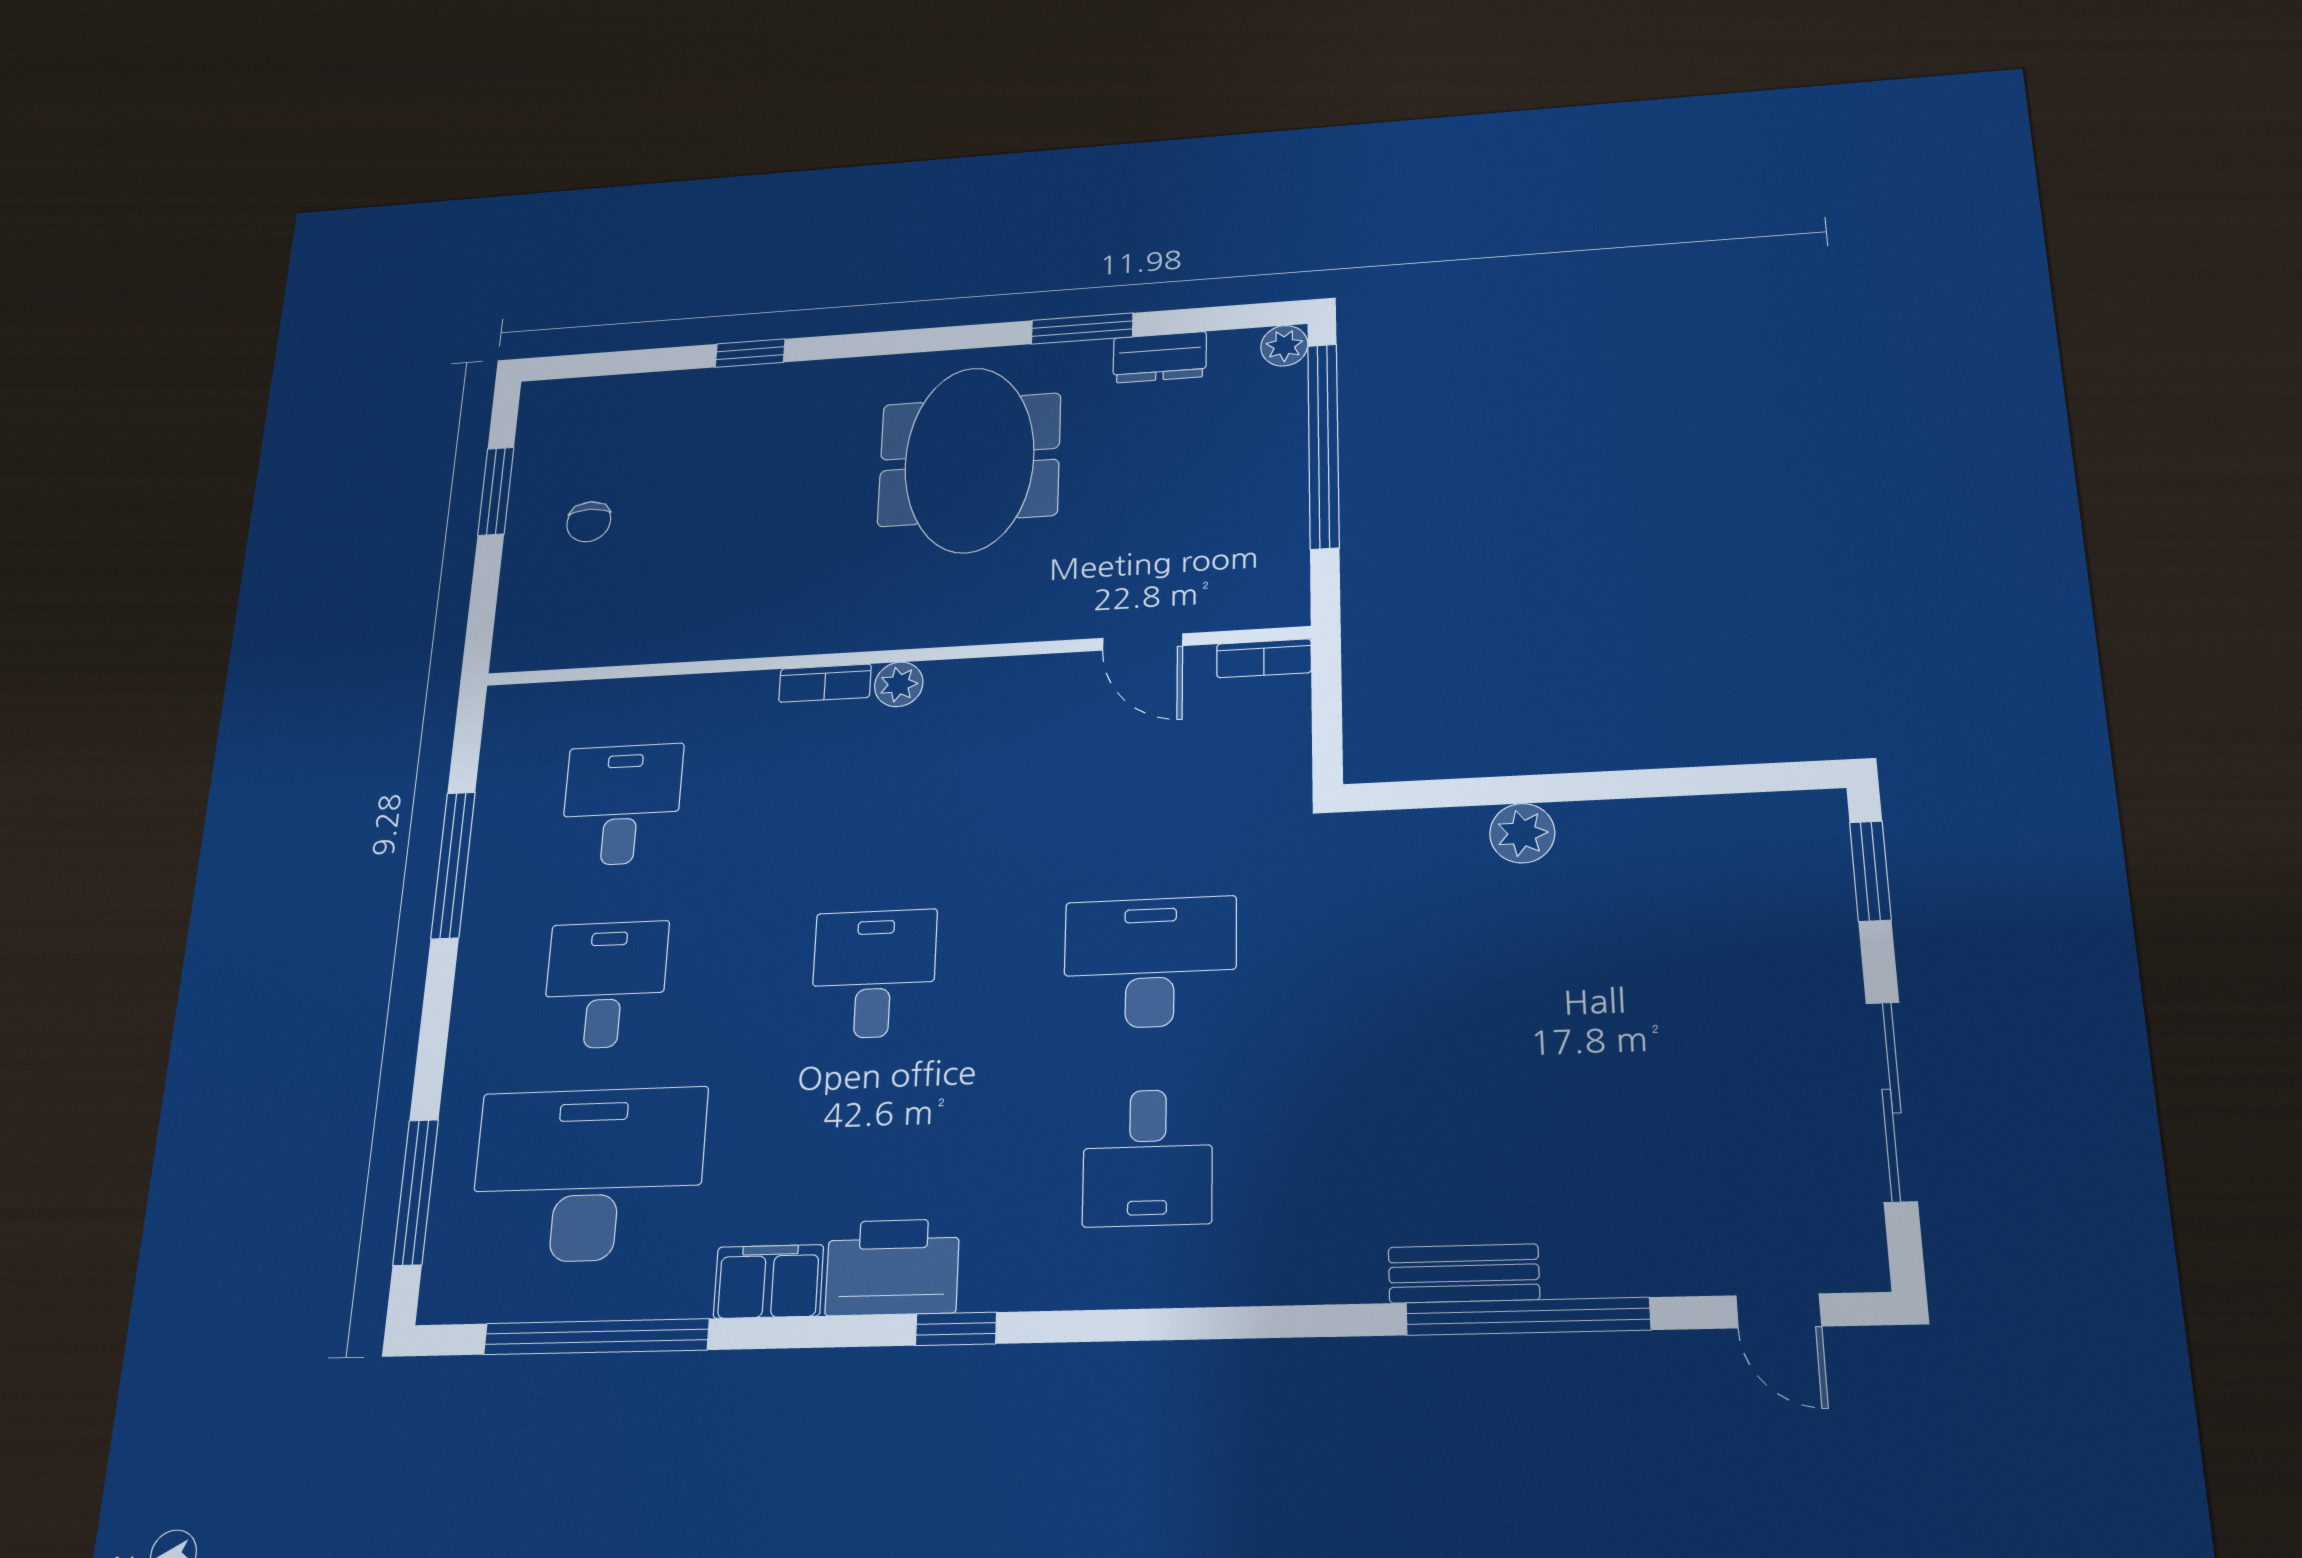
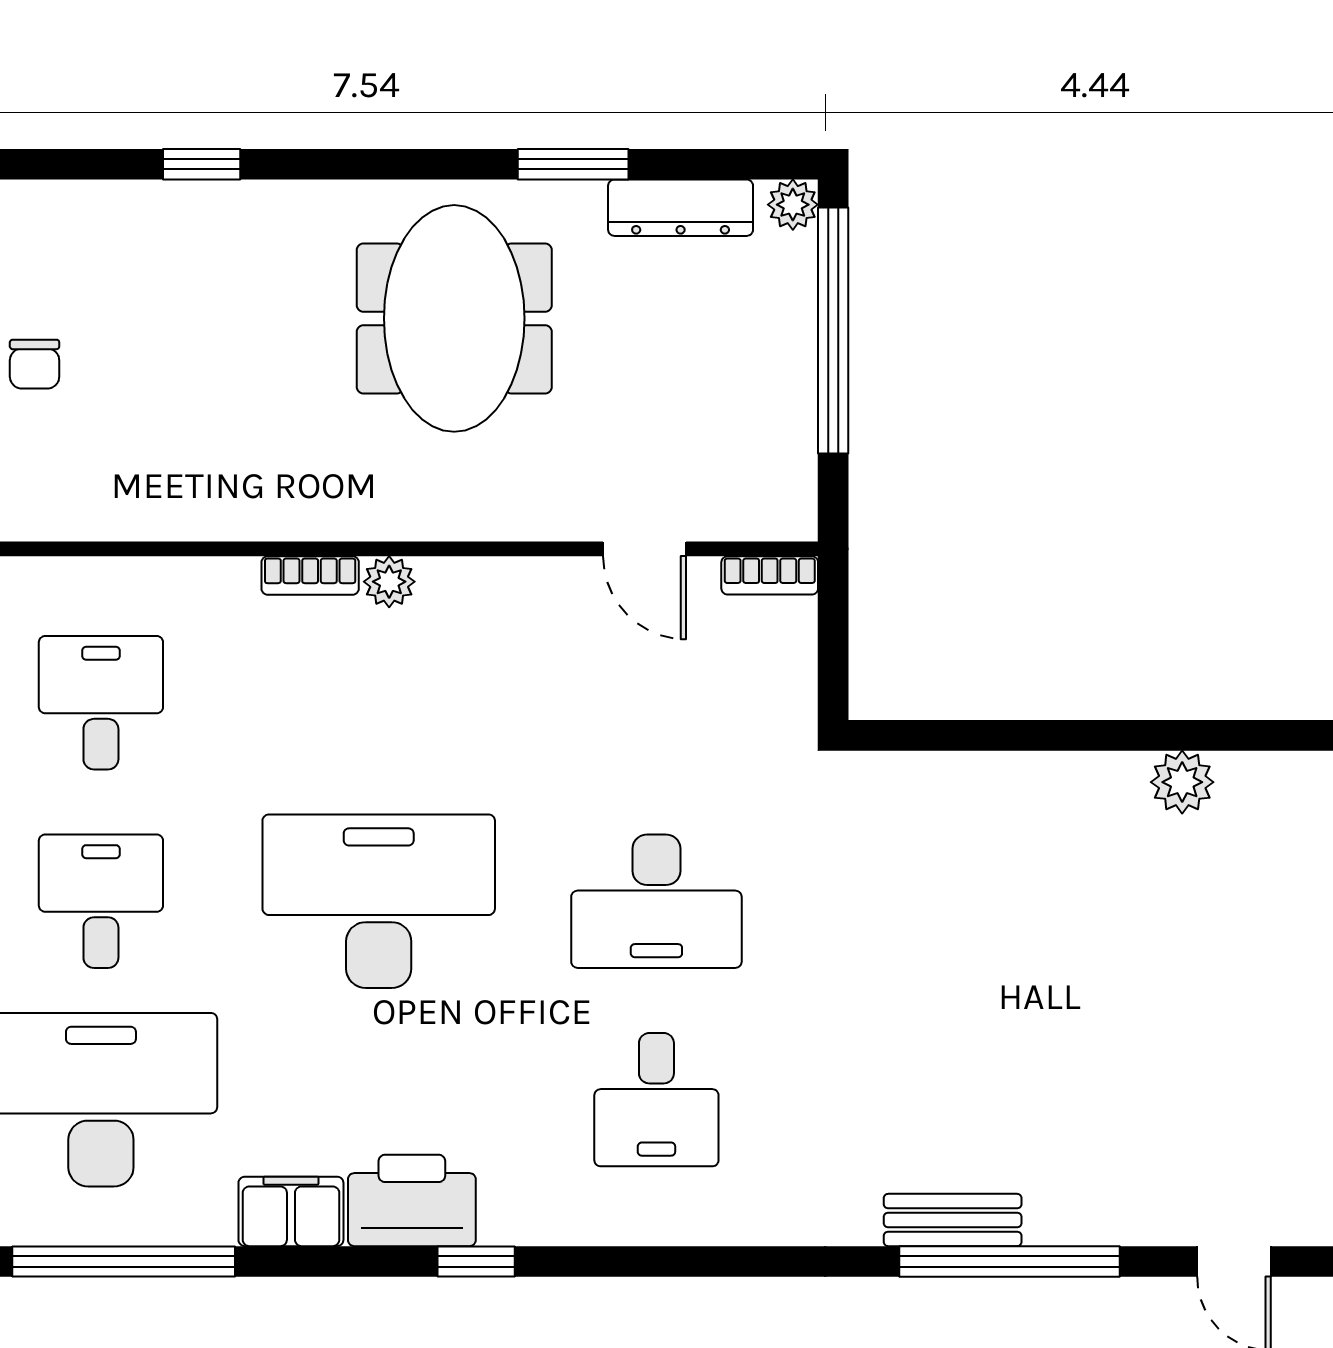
dresser: (1160, 357) -> (681, 208), width x1.44
plant: (1522, 833) -> (1182, 782), moved
desk: (1150, 963) -> (656, 901), turned 180
desk: (874, 974) -> (379, 901), width x1.87, depth x1.30

